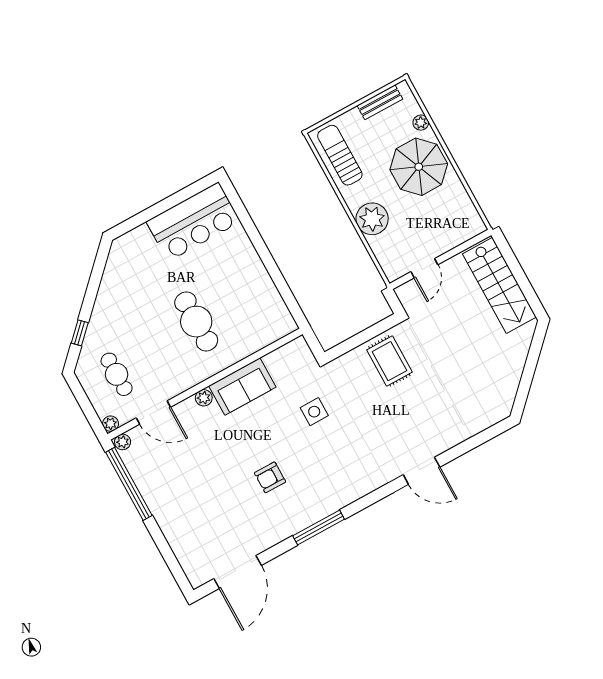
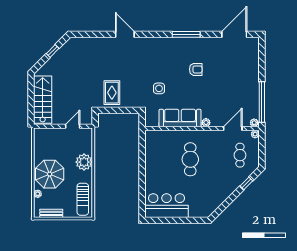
window: (527, 376) -> (53, 51), added
sofa: (242, 386) -> (180, 118), width x1.36
door: (153, 413) -> (233, 128), hinge flipped

